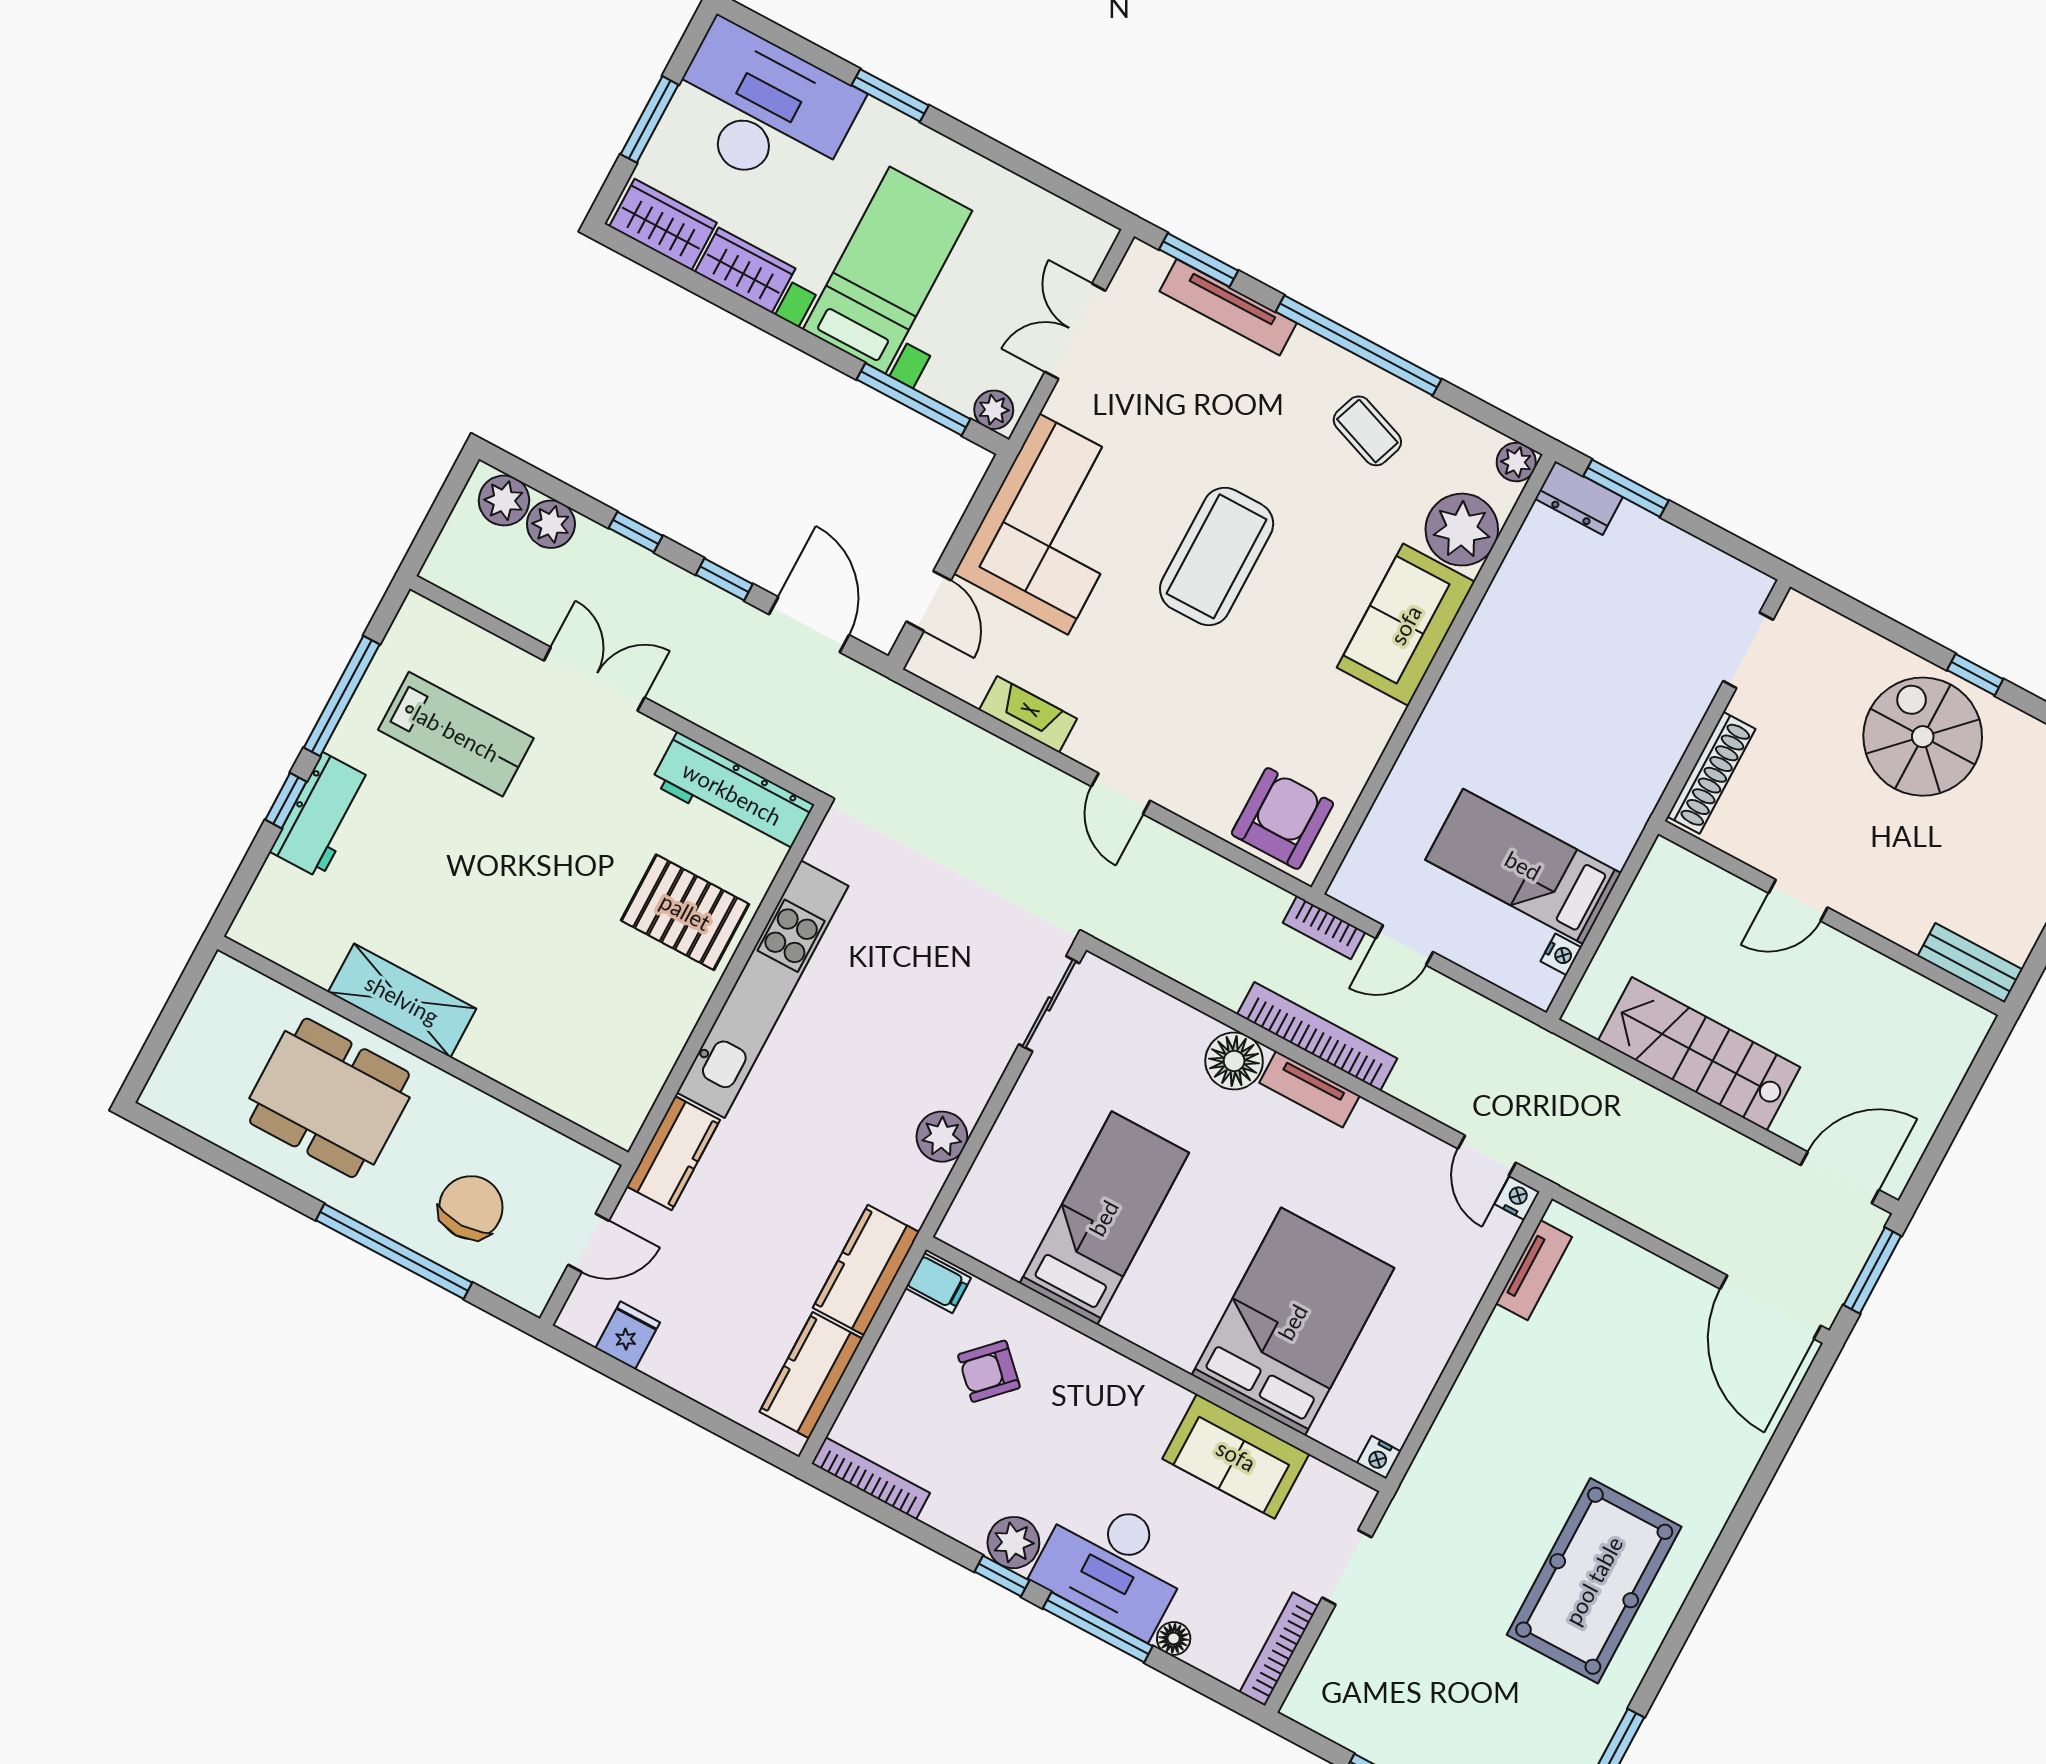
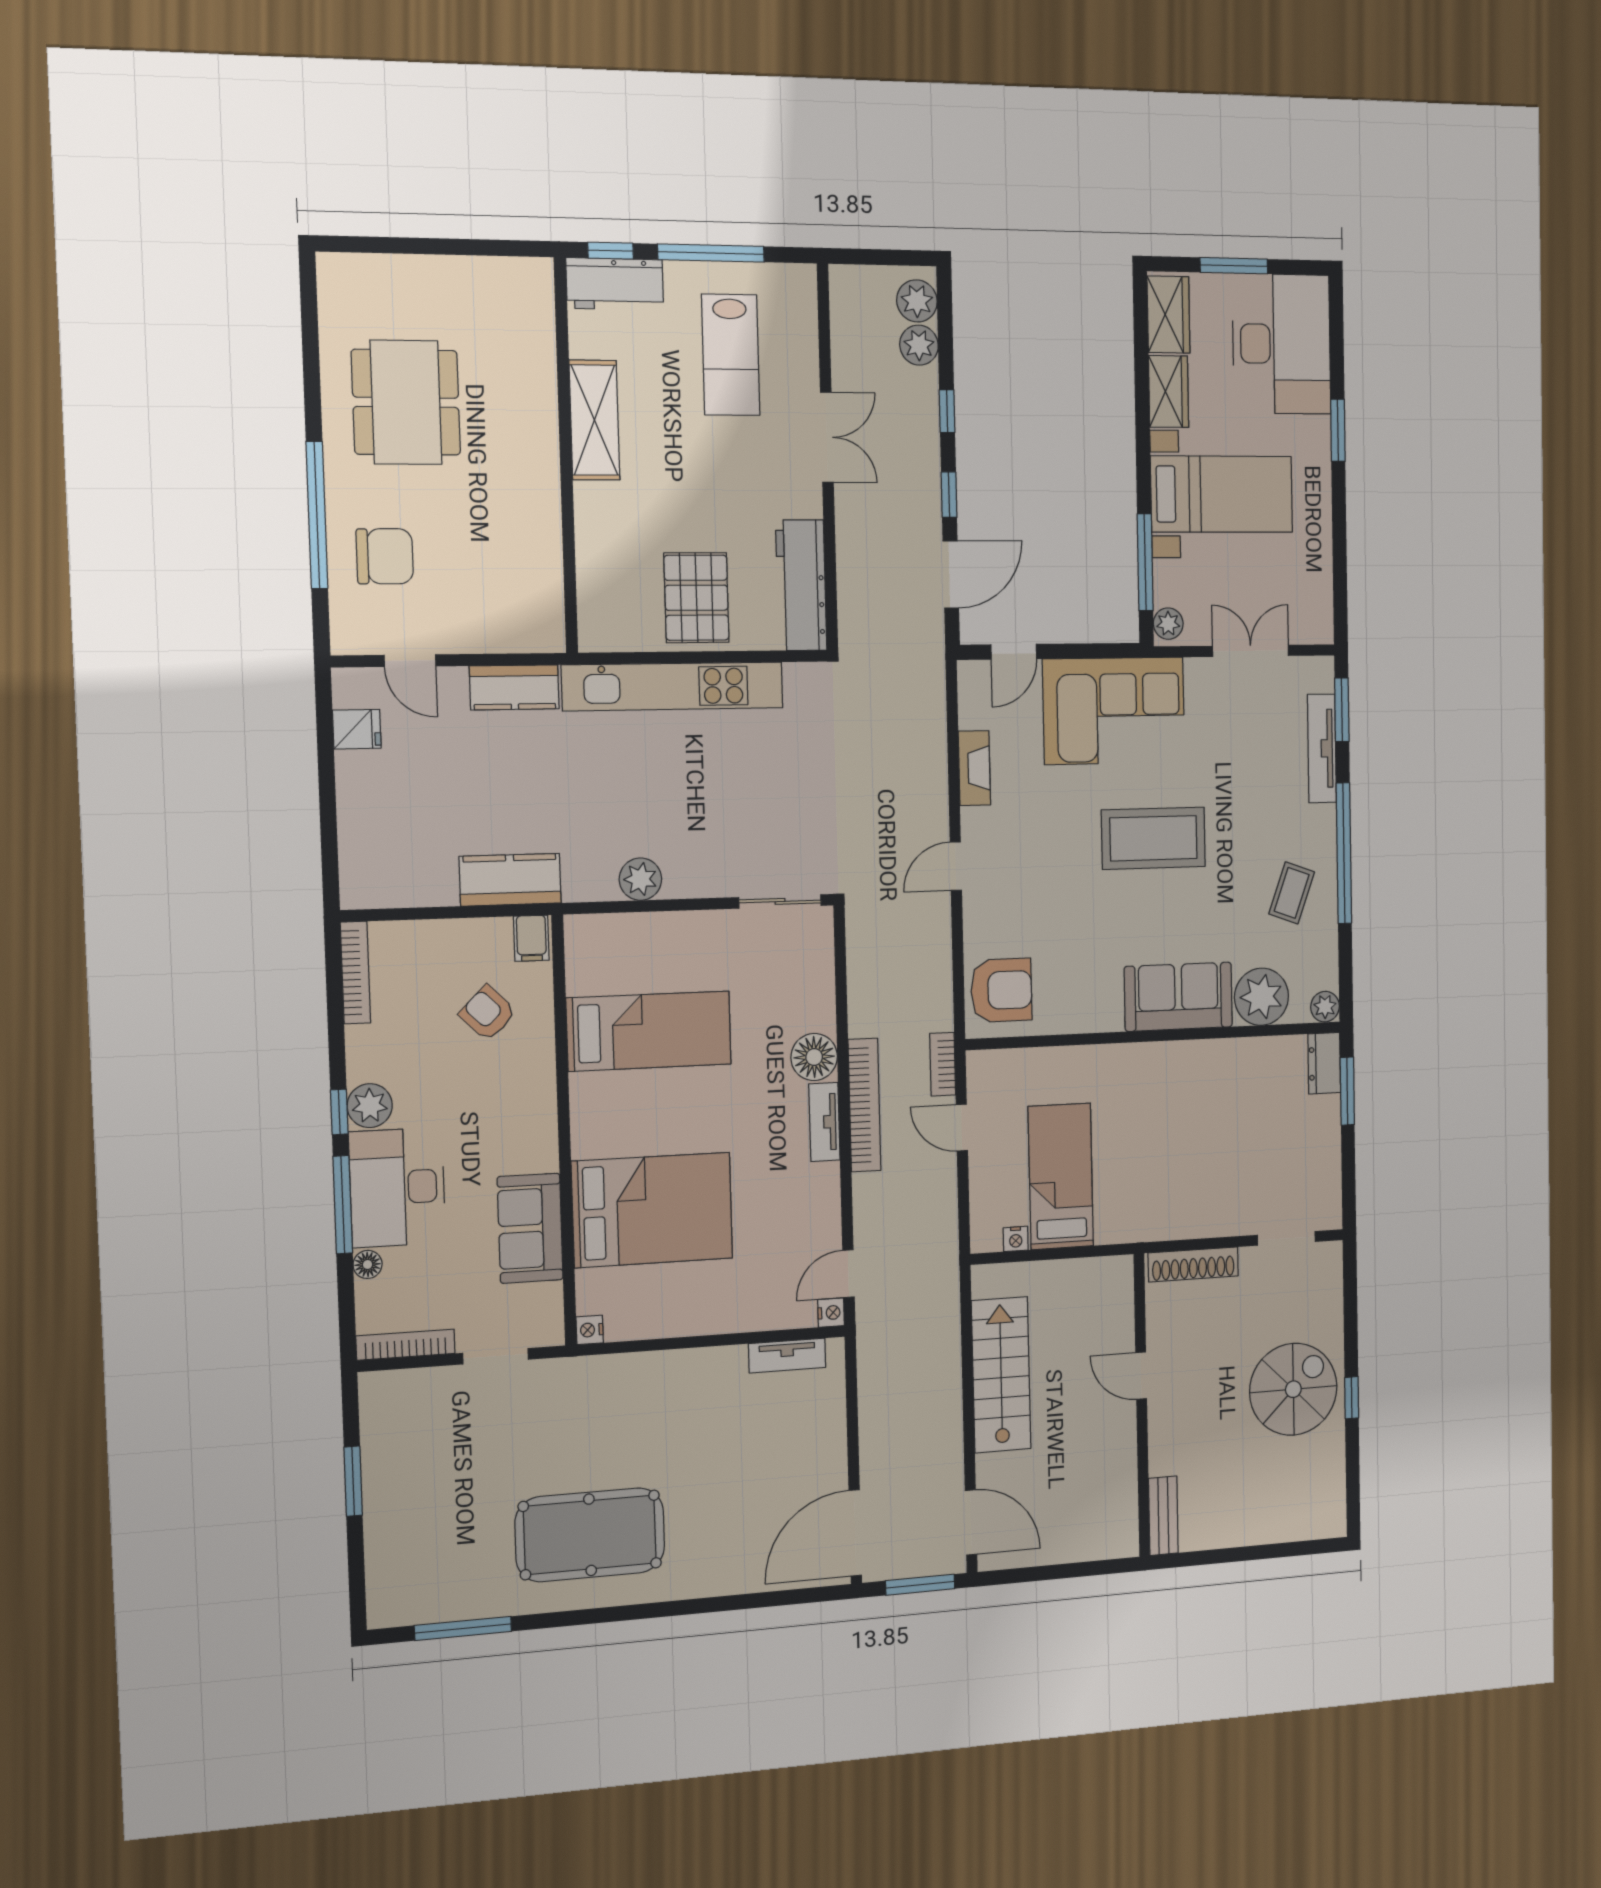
shelving: (402, 1000) -> (594, 420), moved
wall: (423, 1051) -> (566, 456), moved
kitchen counter: (811, 1375) -> (407, 884), removed

